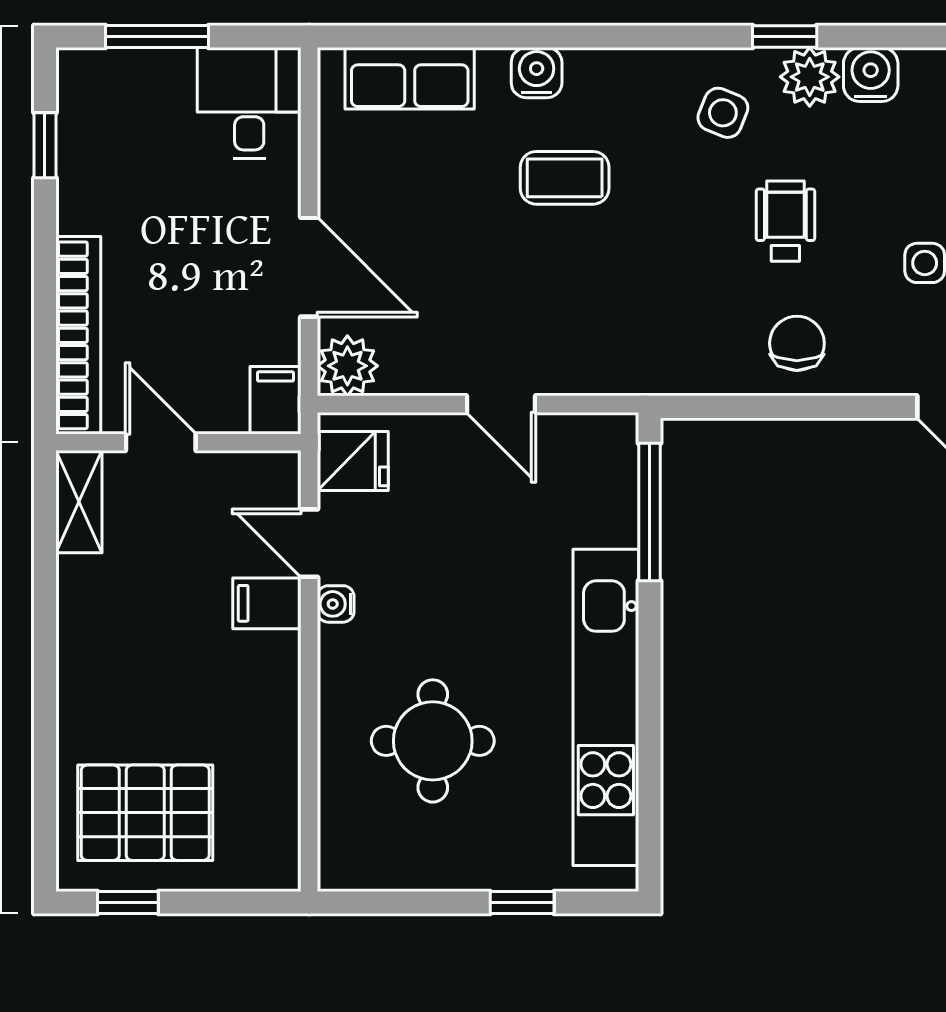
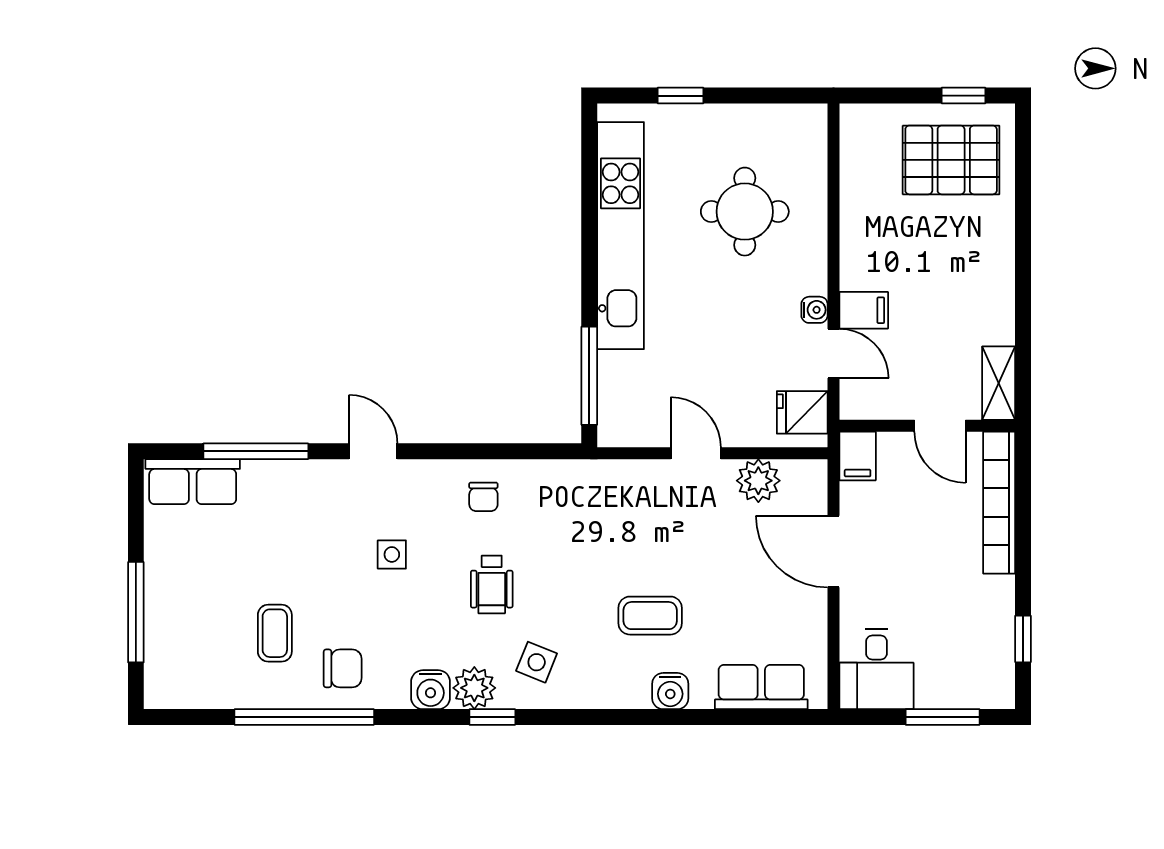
chair: (797, 343) -> (483, 497), width x0.73, depth x0.73
plant: (347, 366) -> (758, 481), moved

